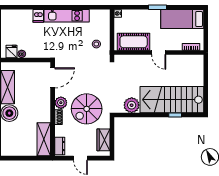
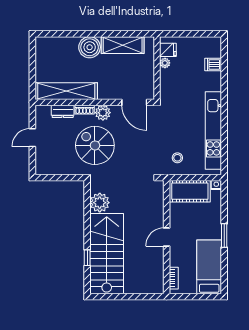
dishwasher: (38, 16) -> (213, 65), moved
kitchen unit: (67, 16) -> (213, 131), width x1.36
cot: (134, 42) -> (190, 191), moved, turned 90
shelving: (44, 139) -> (66, 91), width x1.47
wardrobe: (103, 140) -> (56, 167), removed
dresser: (60, 146) -> (63, 111), moved

